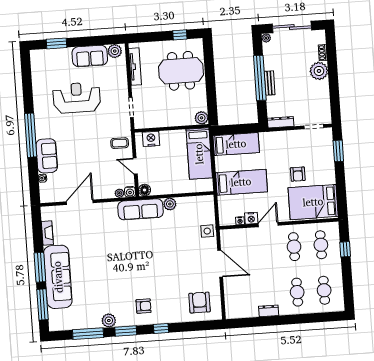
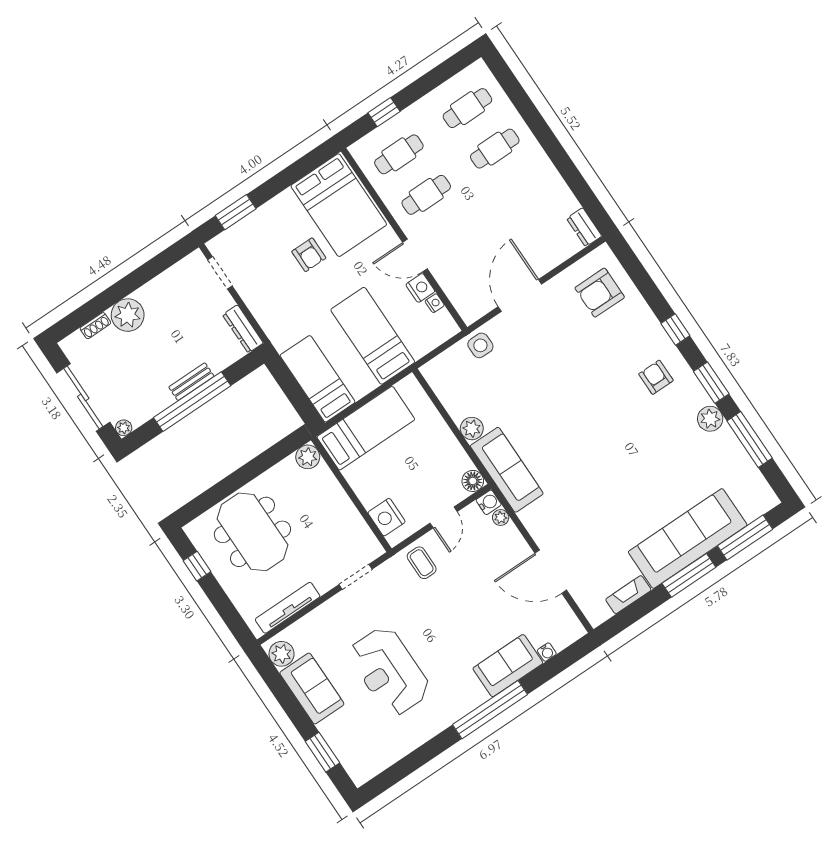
armchair: (298, 174) -> (309, 255), turned 90
dresser: (269, 311) -> (584, 227), moved

